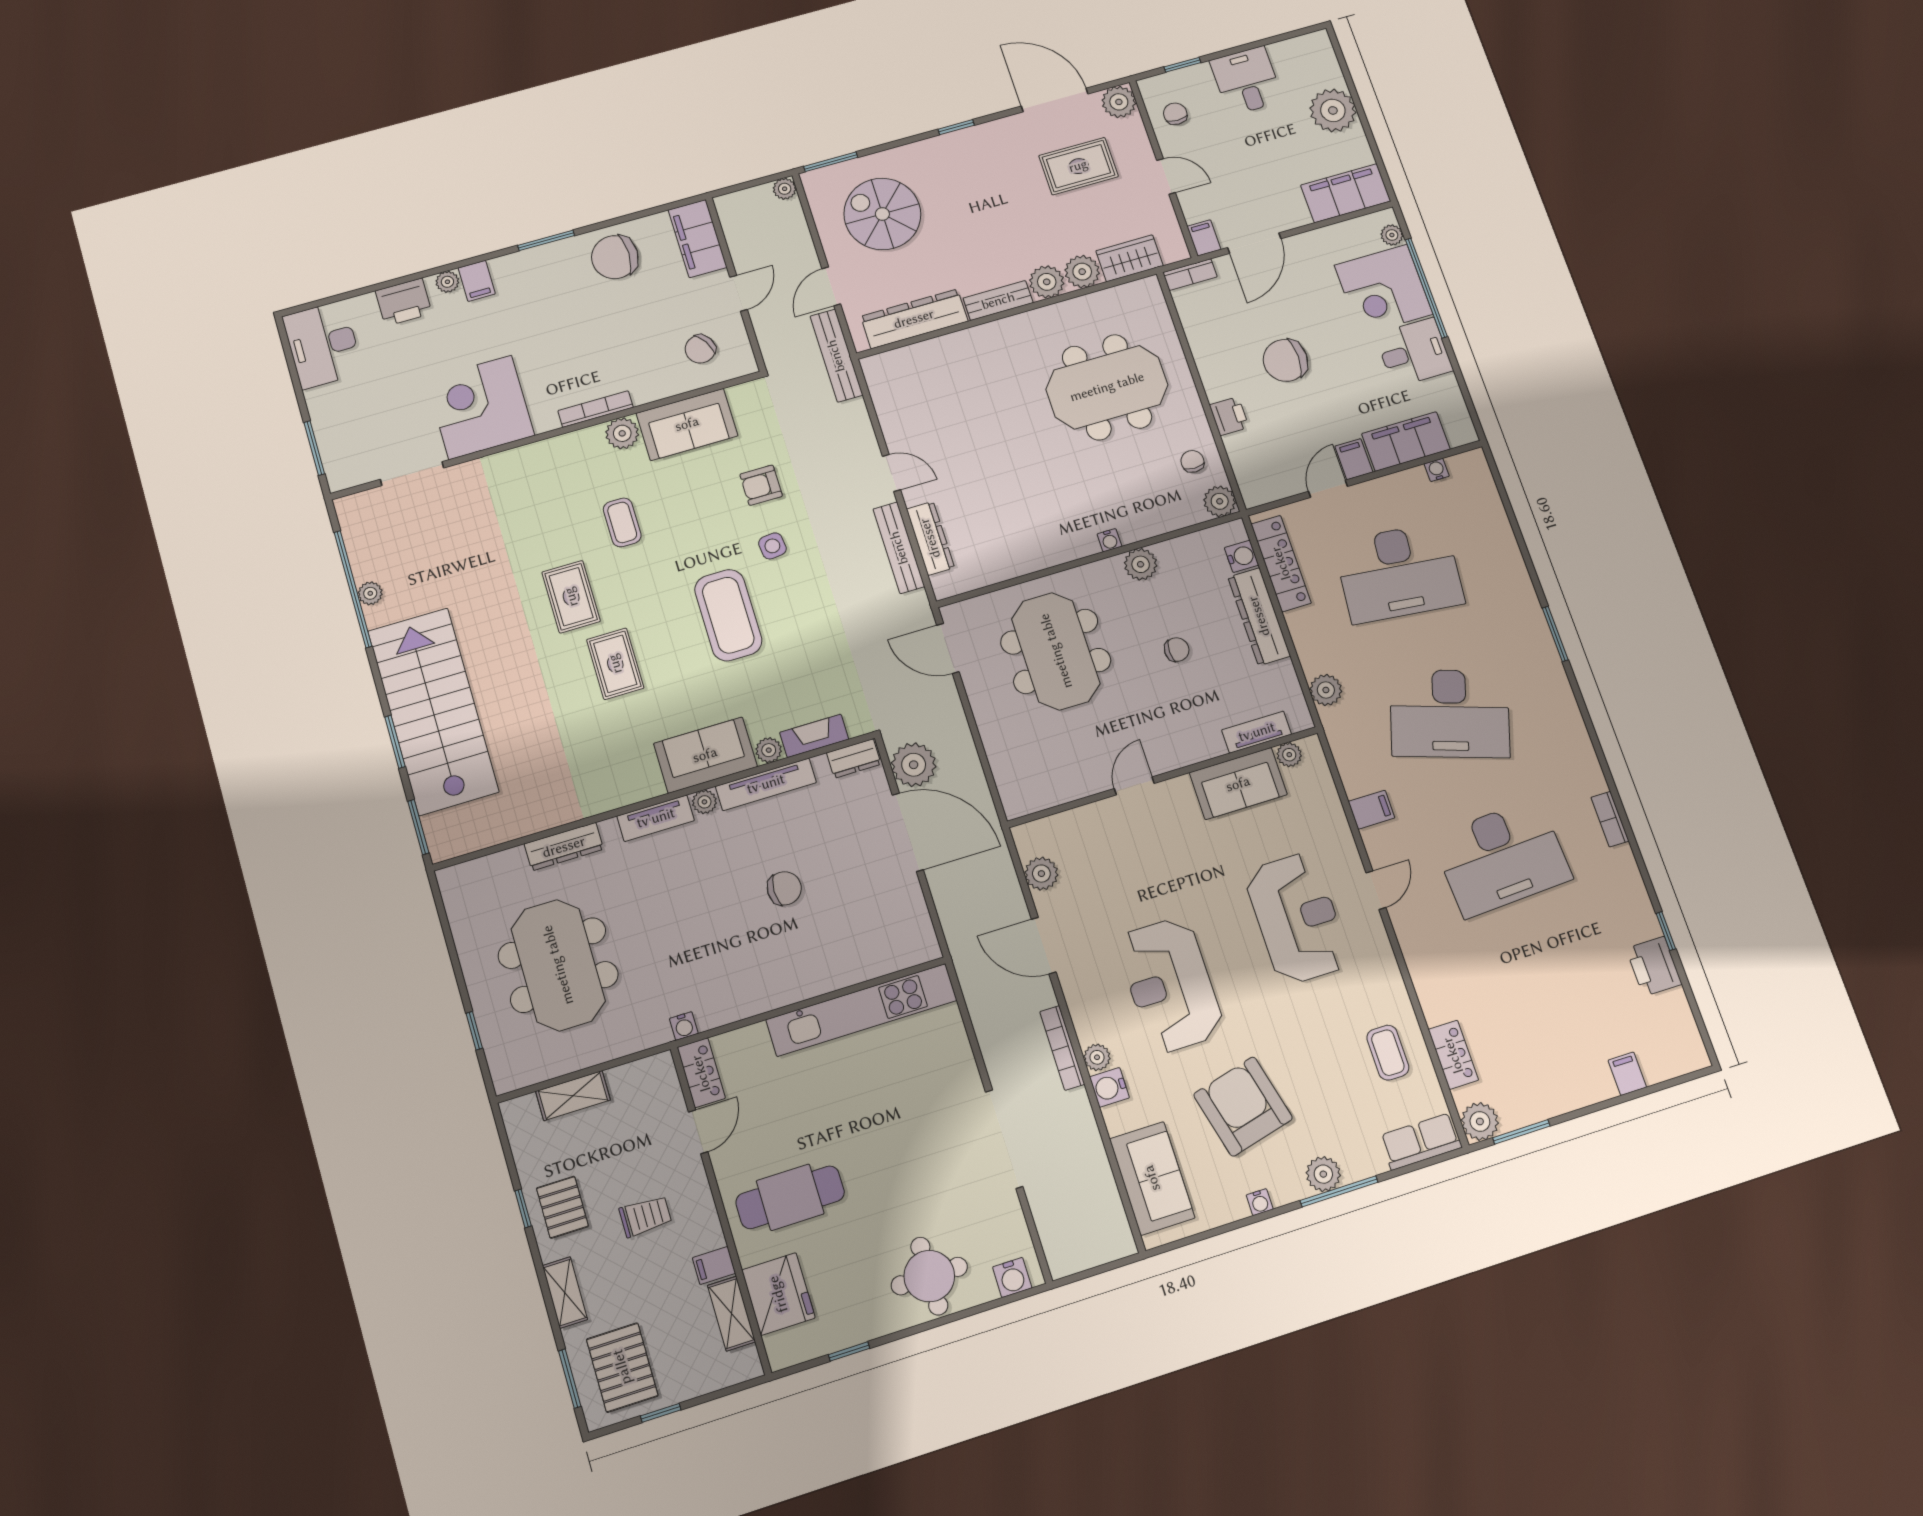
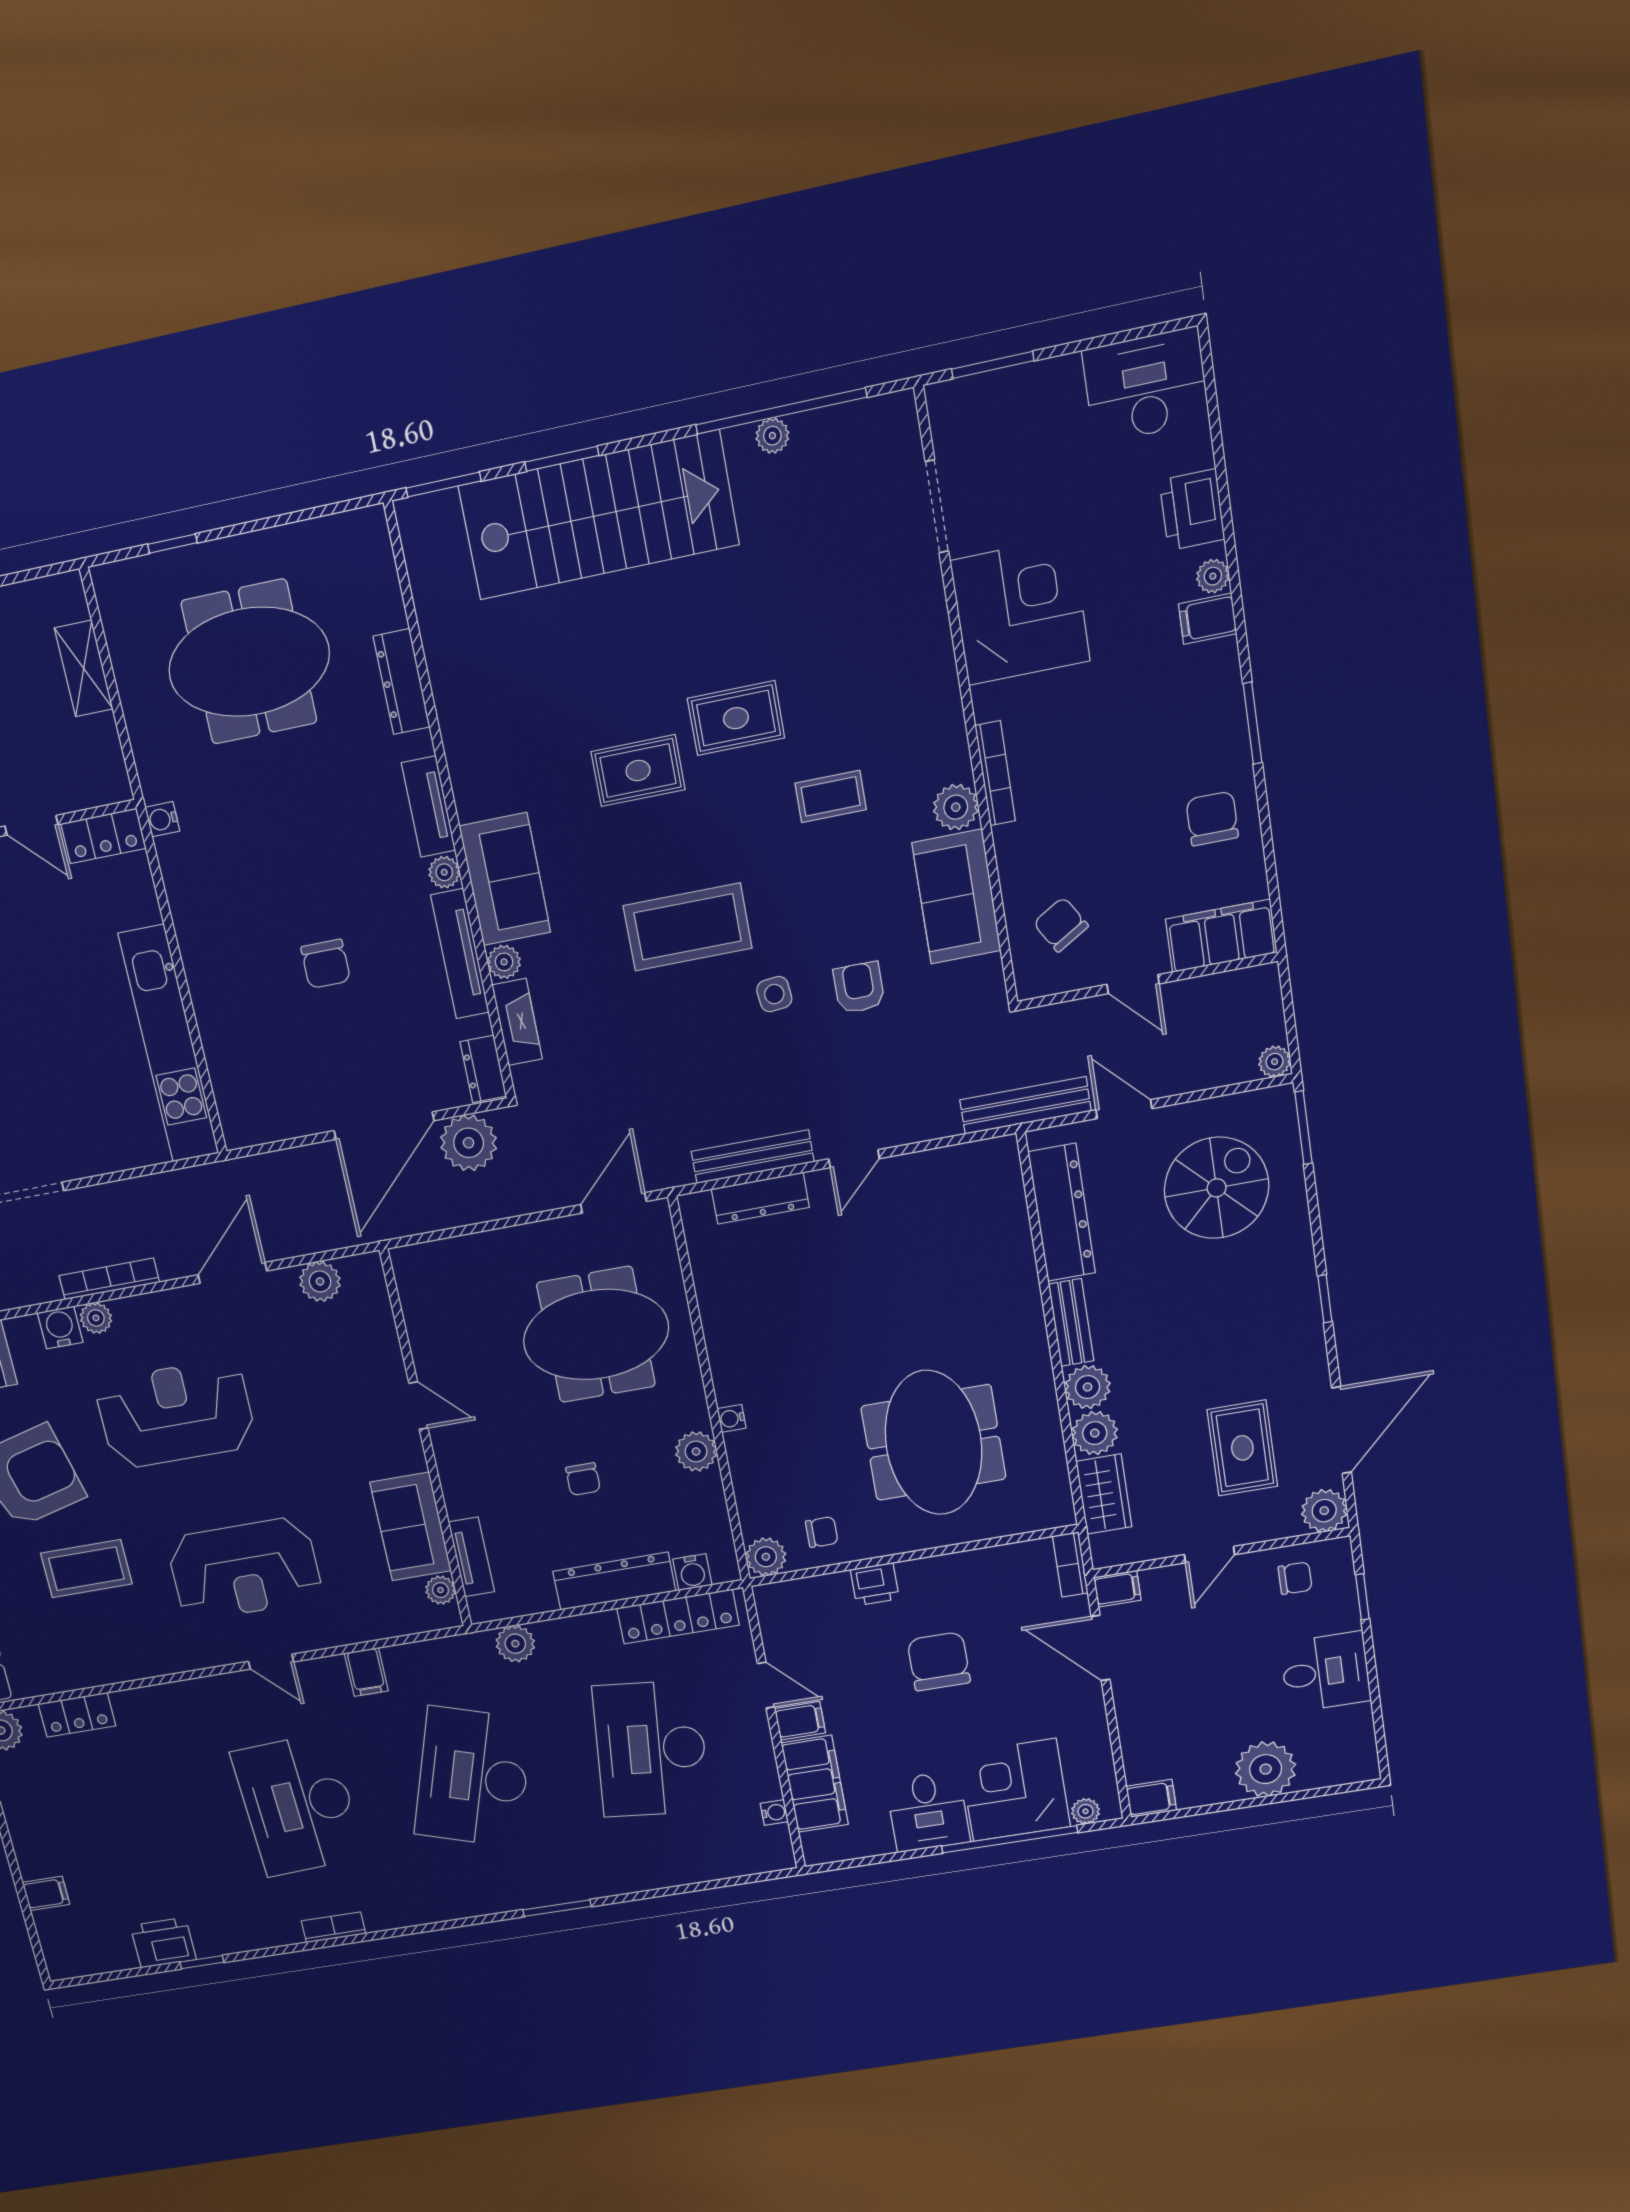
filing cabinet: (1346, 193) -> (1151, 1798), width x0.33, depth x0.86
chair: (615, 257) -> (1212, 819), width x0.73, depth x0.73
coffee table: (1388, 1053) -> (86, 1569), moved, width x1.36, depth x1.30

